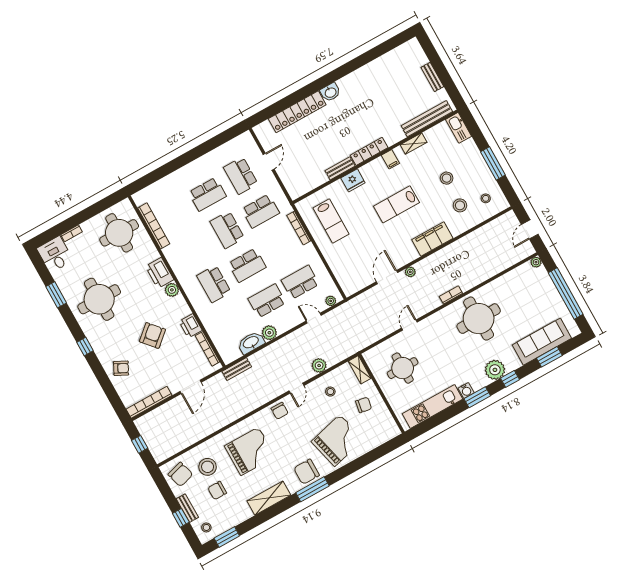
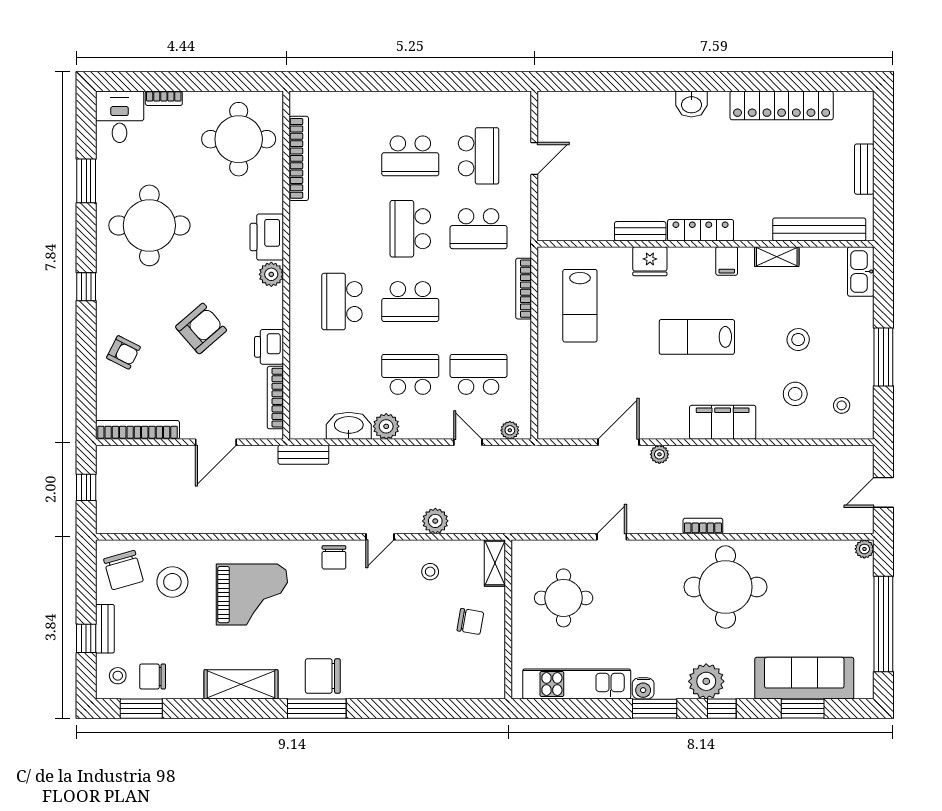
locker: (297, 112) -> (782, 105), moved
school desk: (241, 176) -> (479, 156), turned 180
grand piano: (337, 440) -> (398, 654), removed
chair: (217, 490) -> (153, 676), moved

